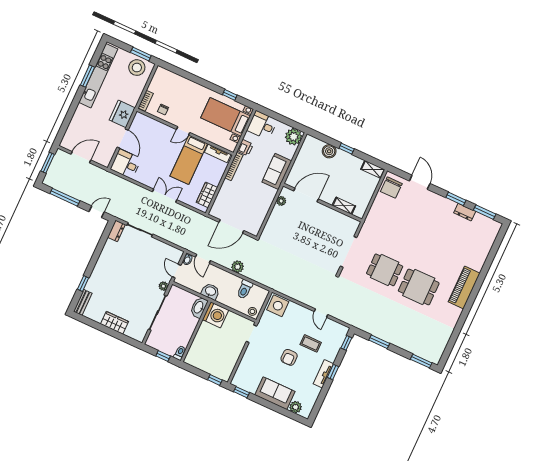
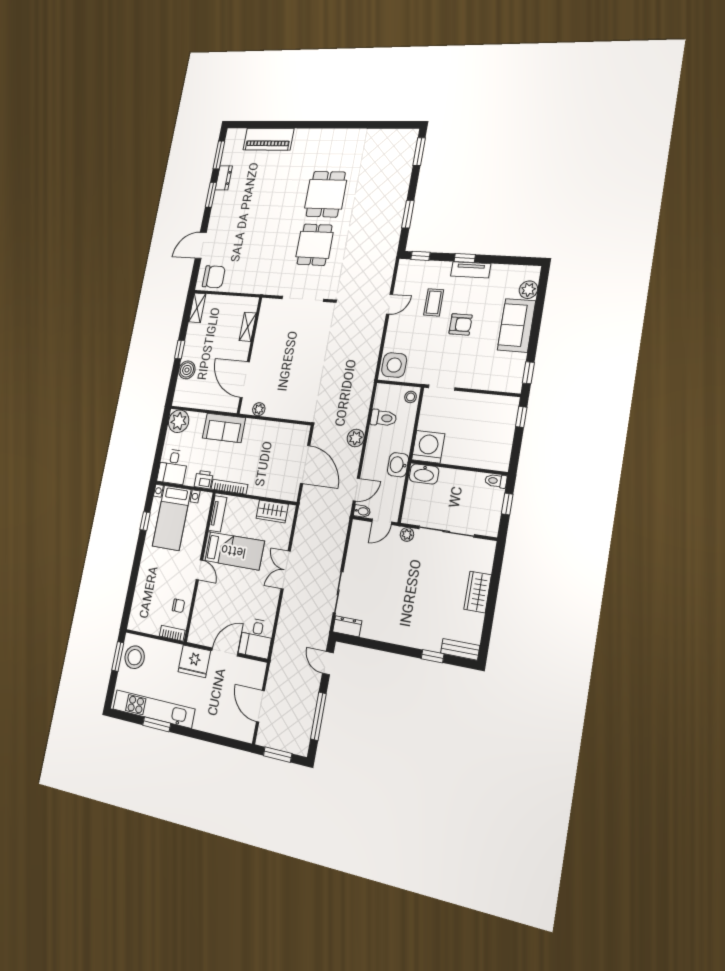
piano: (464, 288) -> (268, 139), moved

